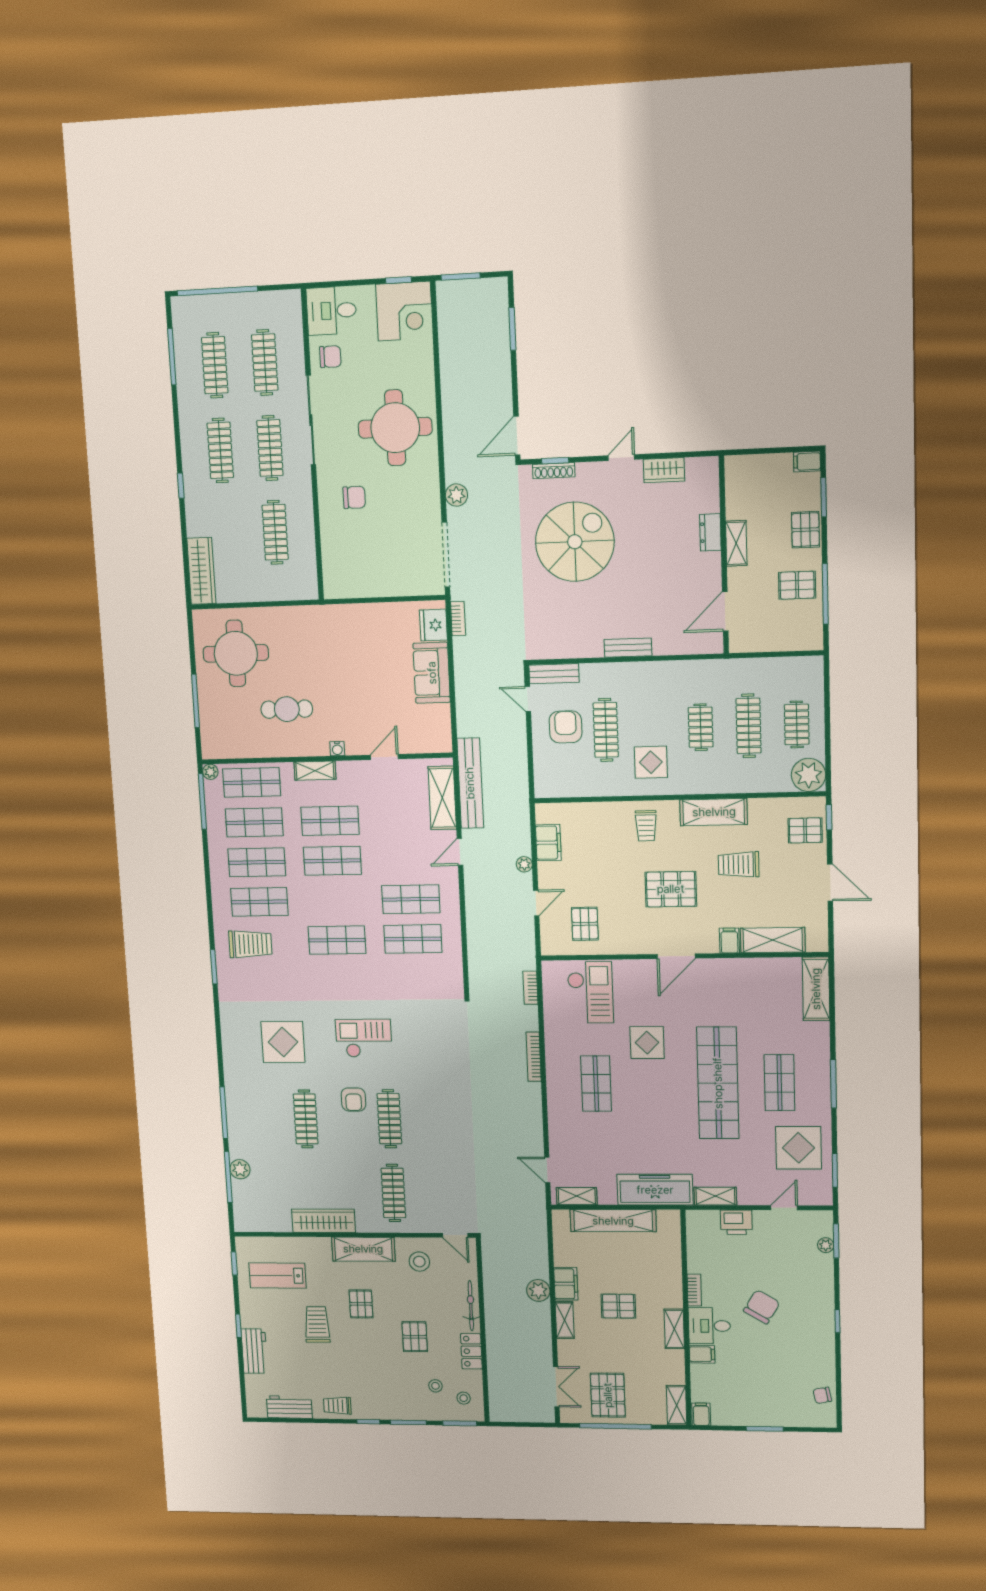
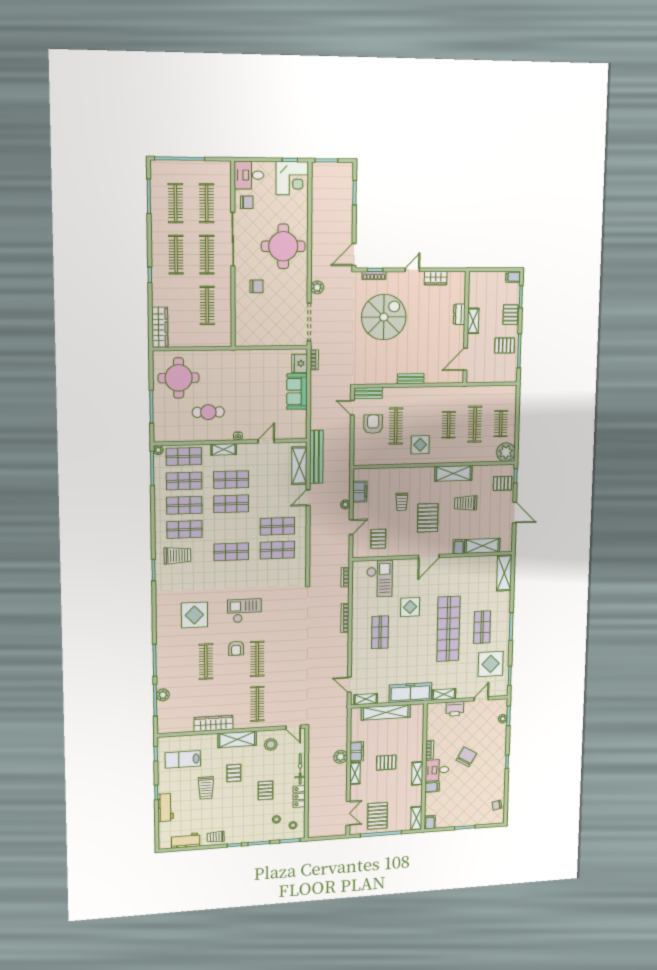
trolley: (646, 826) -> (402, 502), moved
pallet: (671, 889) -> (428, 518), turned 90
trolley: (317, 1324) -> (206, 788), turned 180

